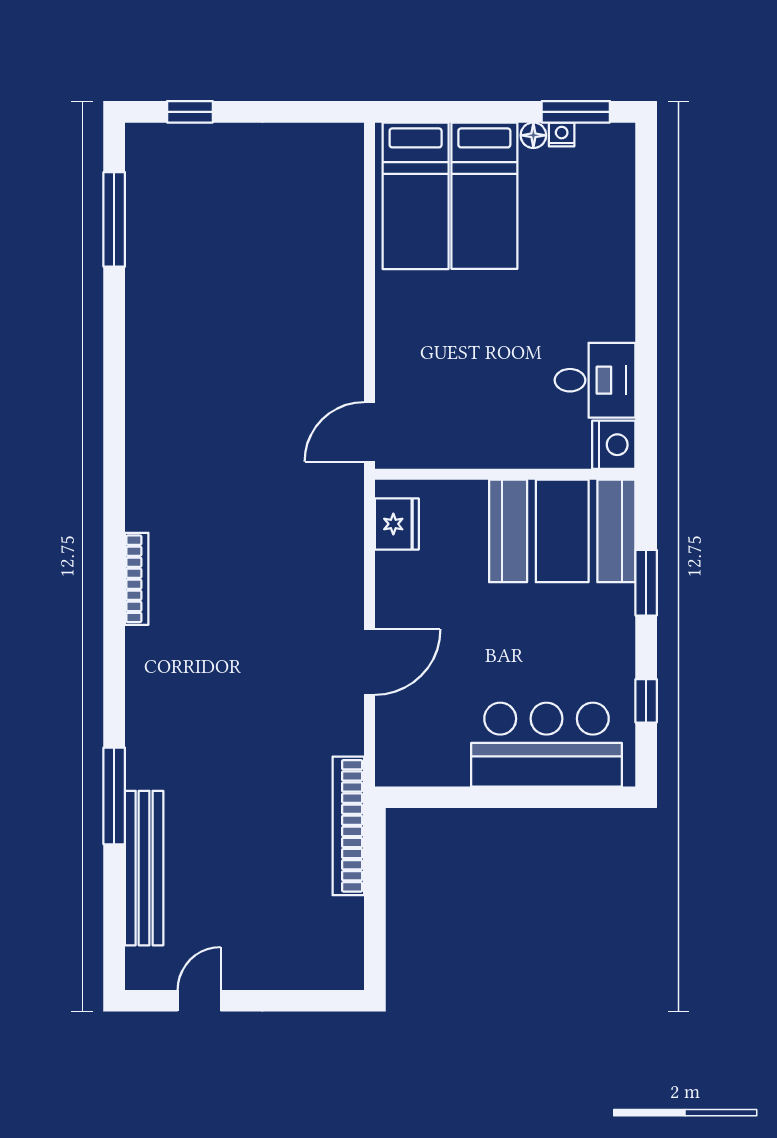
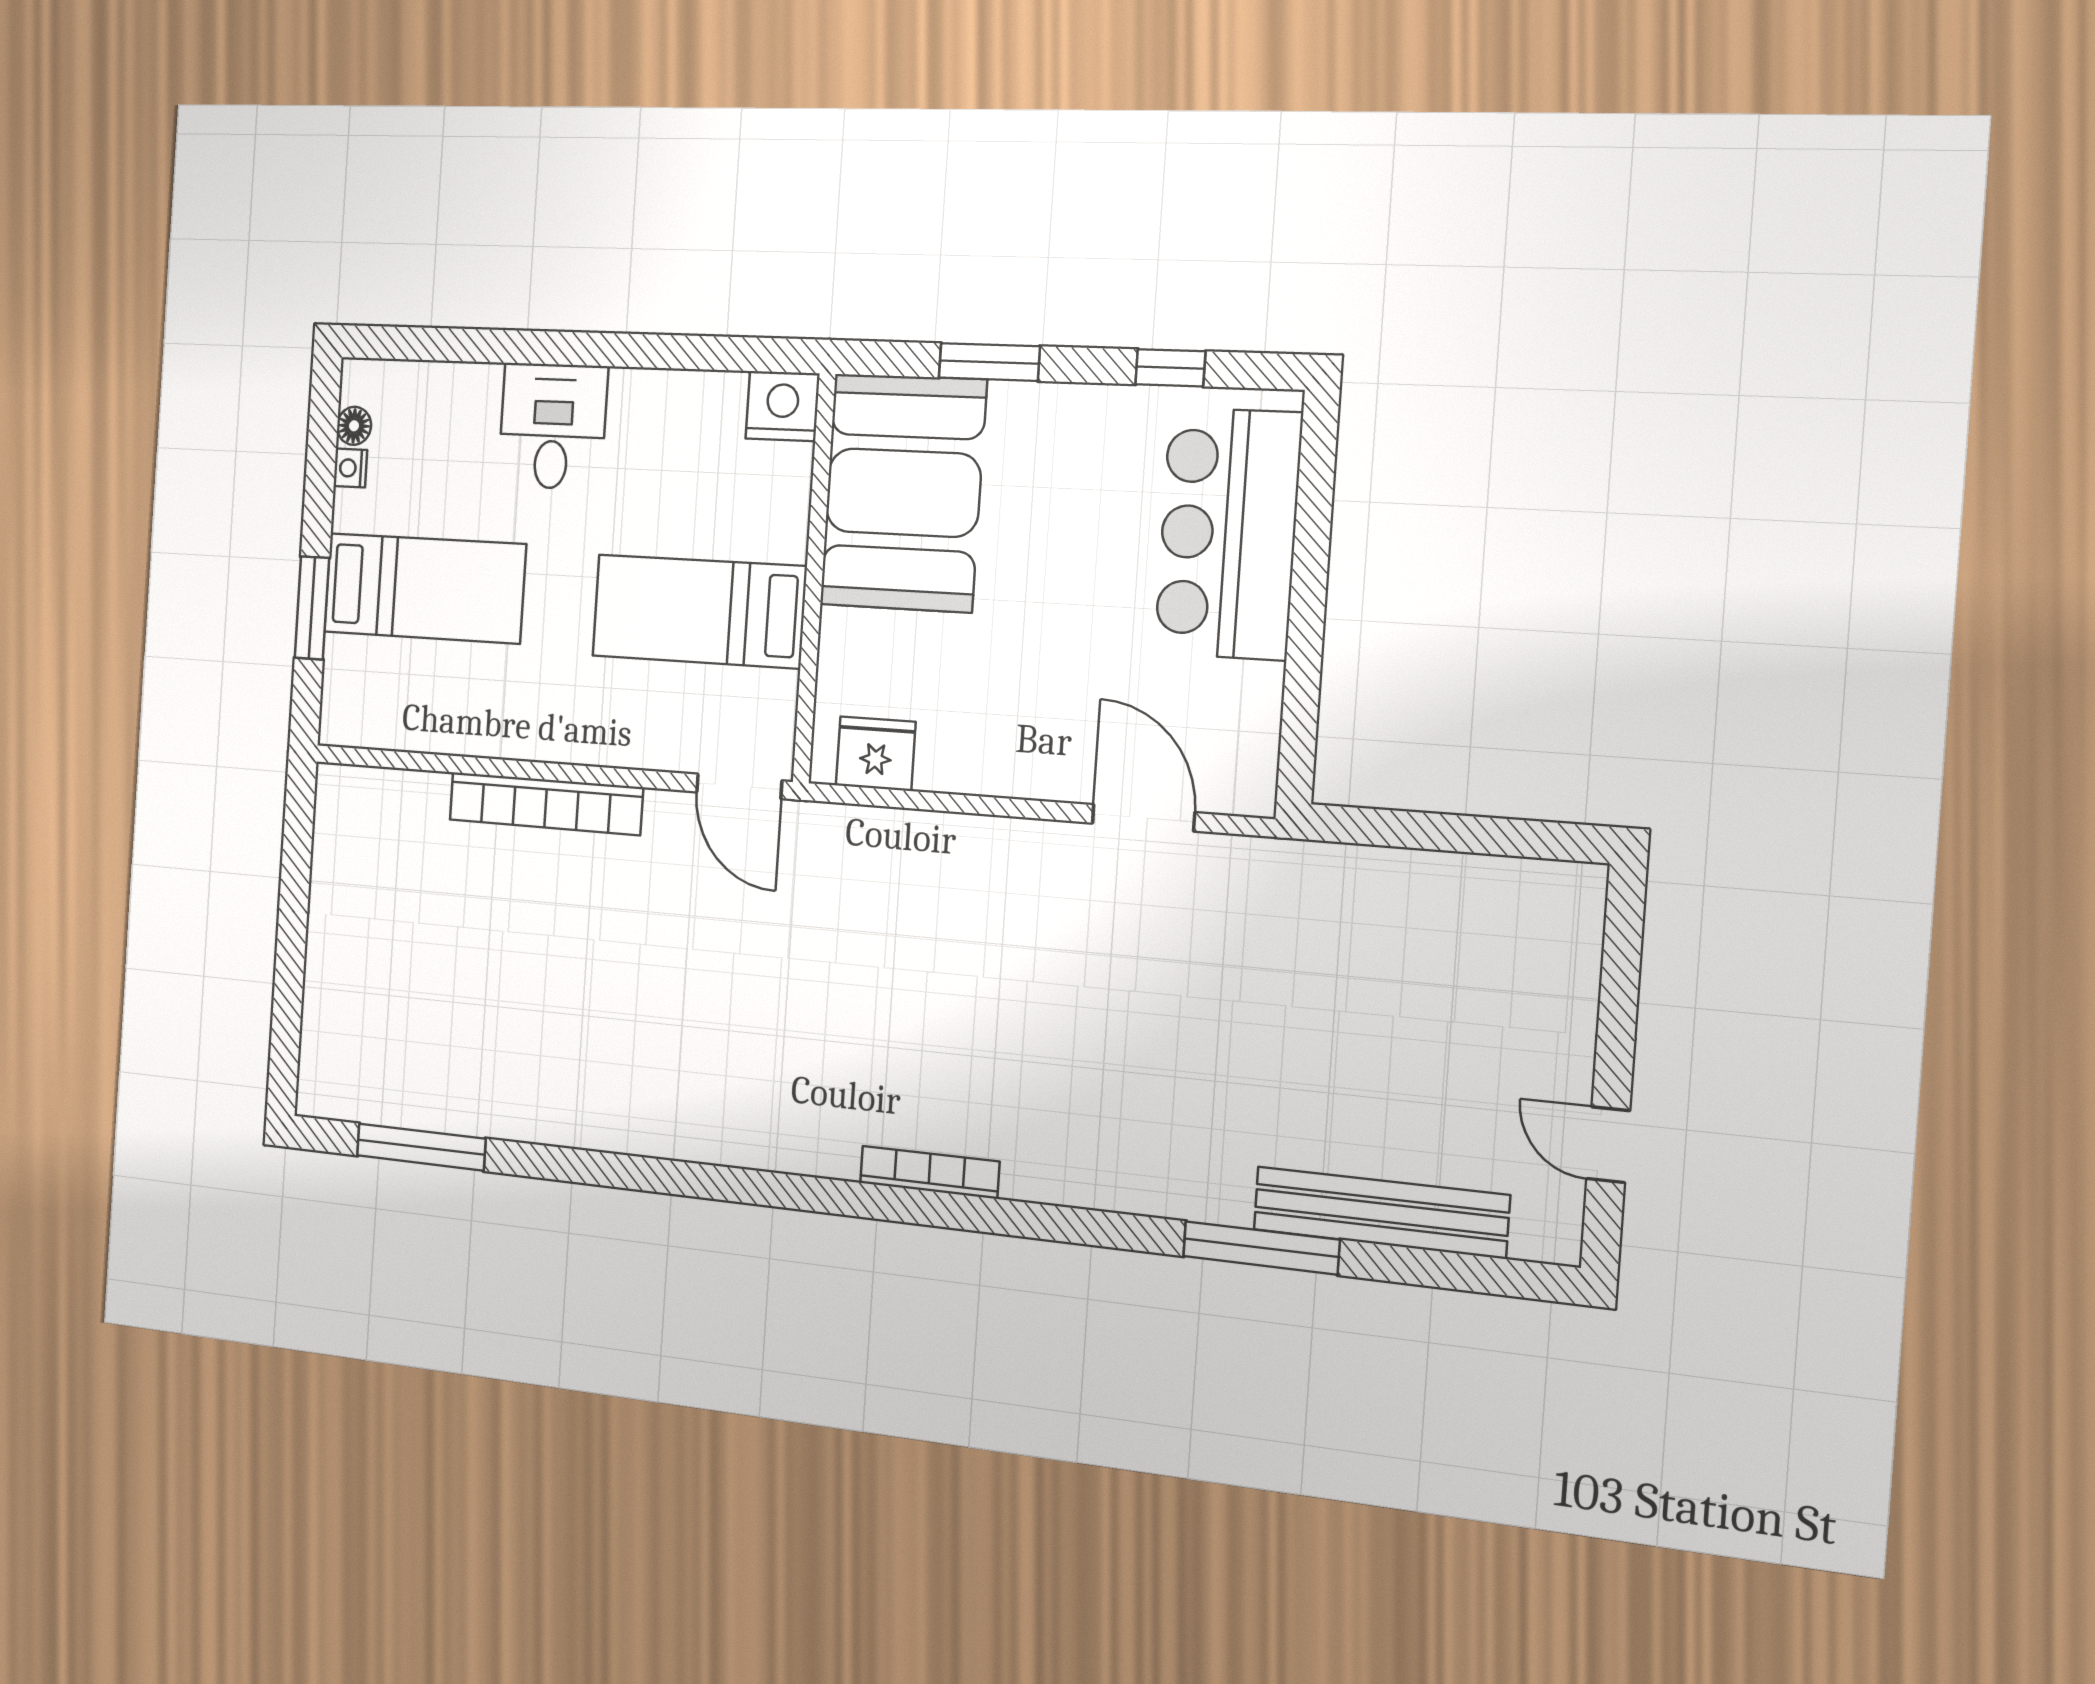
window: (190, 112) -> (287, 1018), removed
window: (576, 112) -> (312, 608), moved
floor lamp: (533, 135) -> (354, 426), moved
bed: (416, 196) -> (699, 611), moved, turned 180
desk: (595, 380) -> (553, 426), moved
door: (369, 662) -> (1143, 818), moved
bookcase: (348, 826) -> (546, 804), moved

